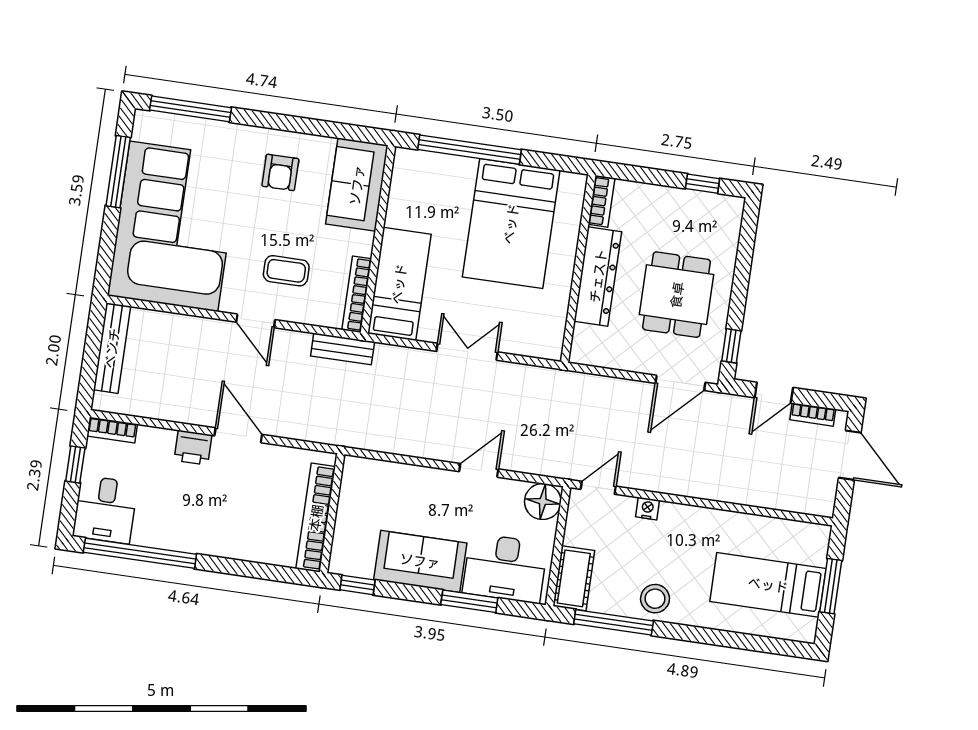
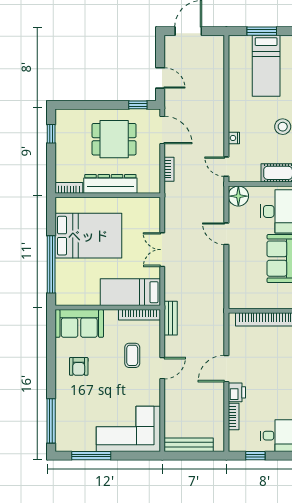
armchair: (280, 172) -> (79, 366), turned 90
corner sofa: (174, 226) -> (128, 429), width x0.73, depth x0.74
bookcase: (813, 414) -> (169, 169), moved
bookcase: (112, 430) -> (234, 416), moved

